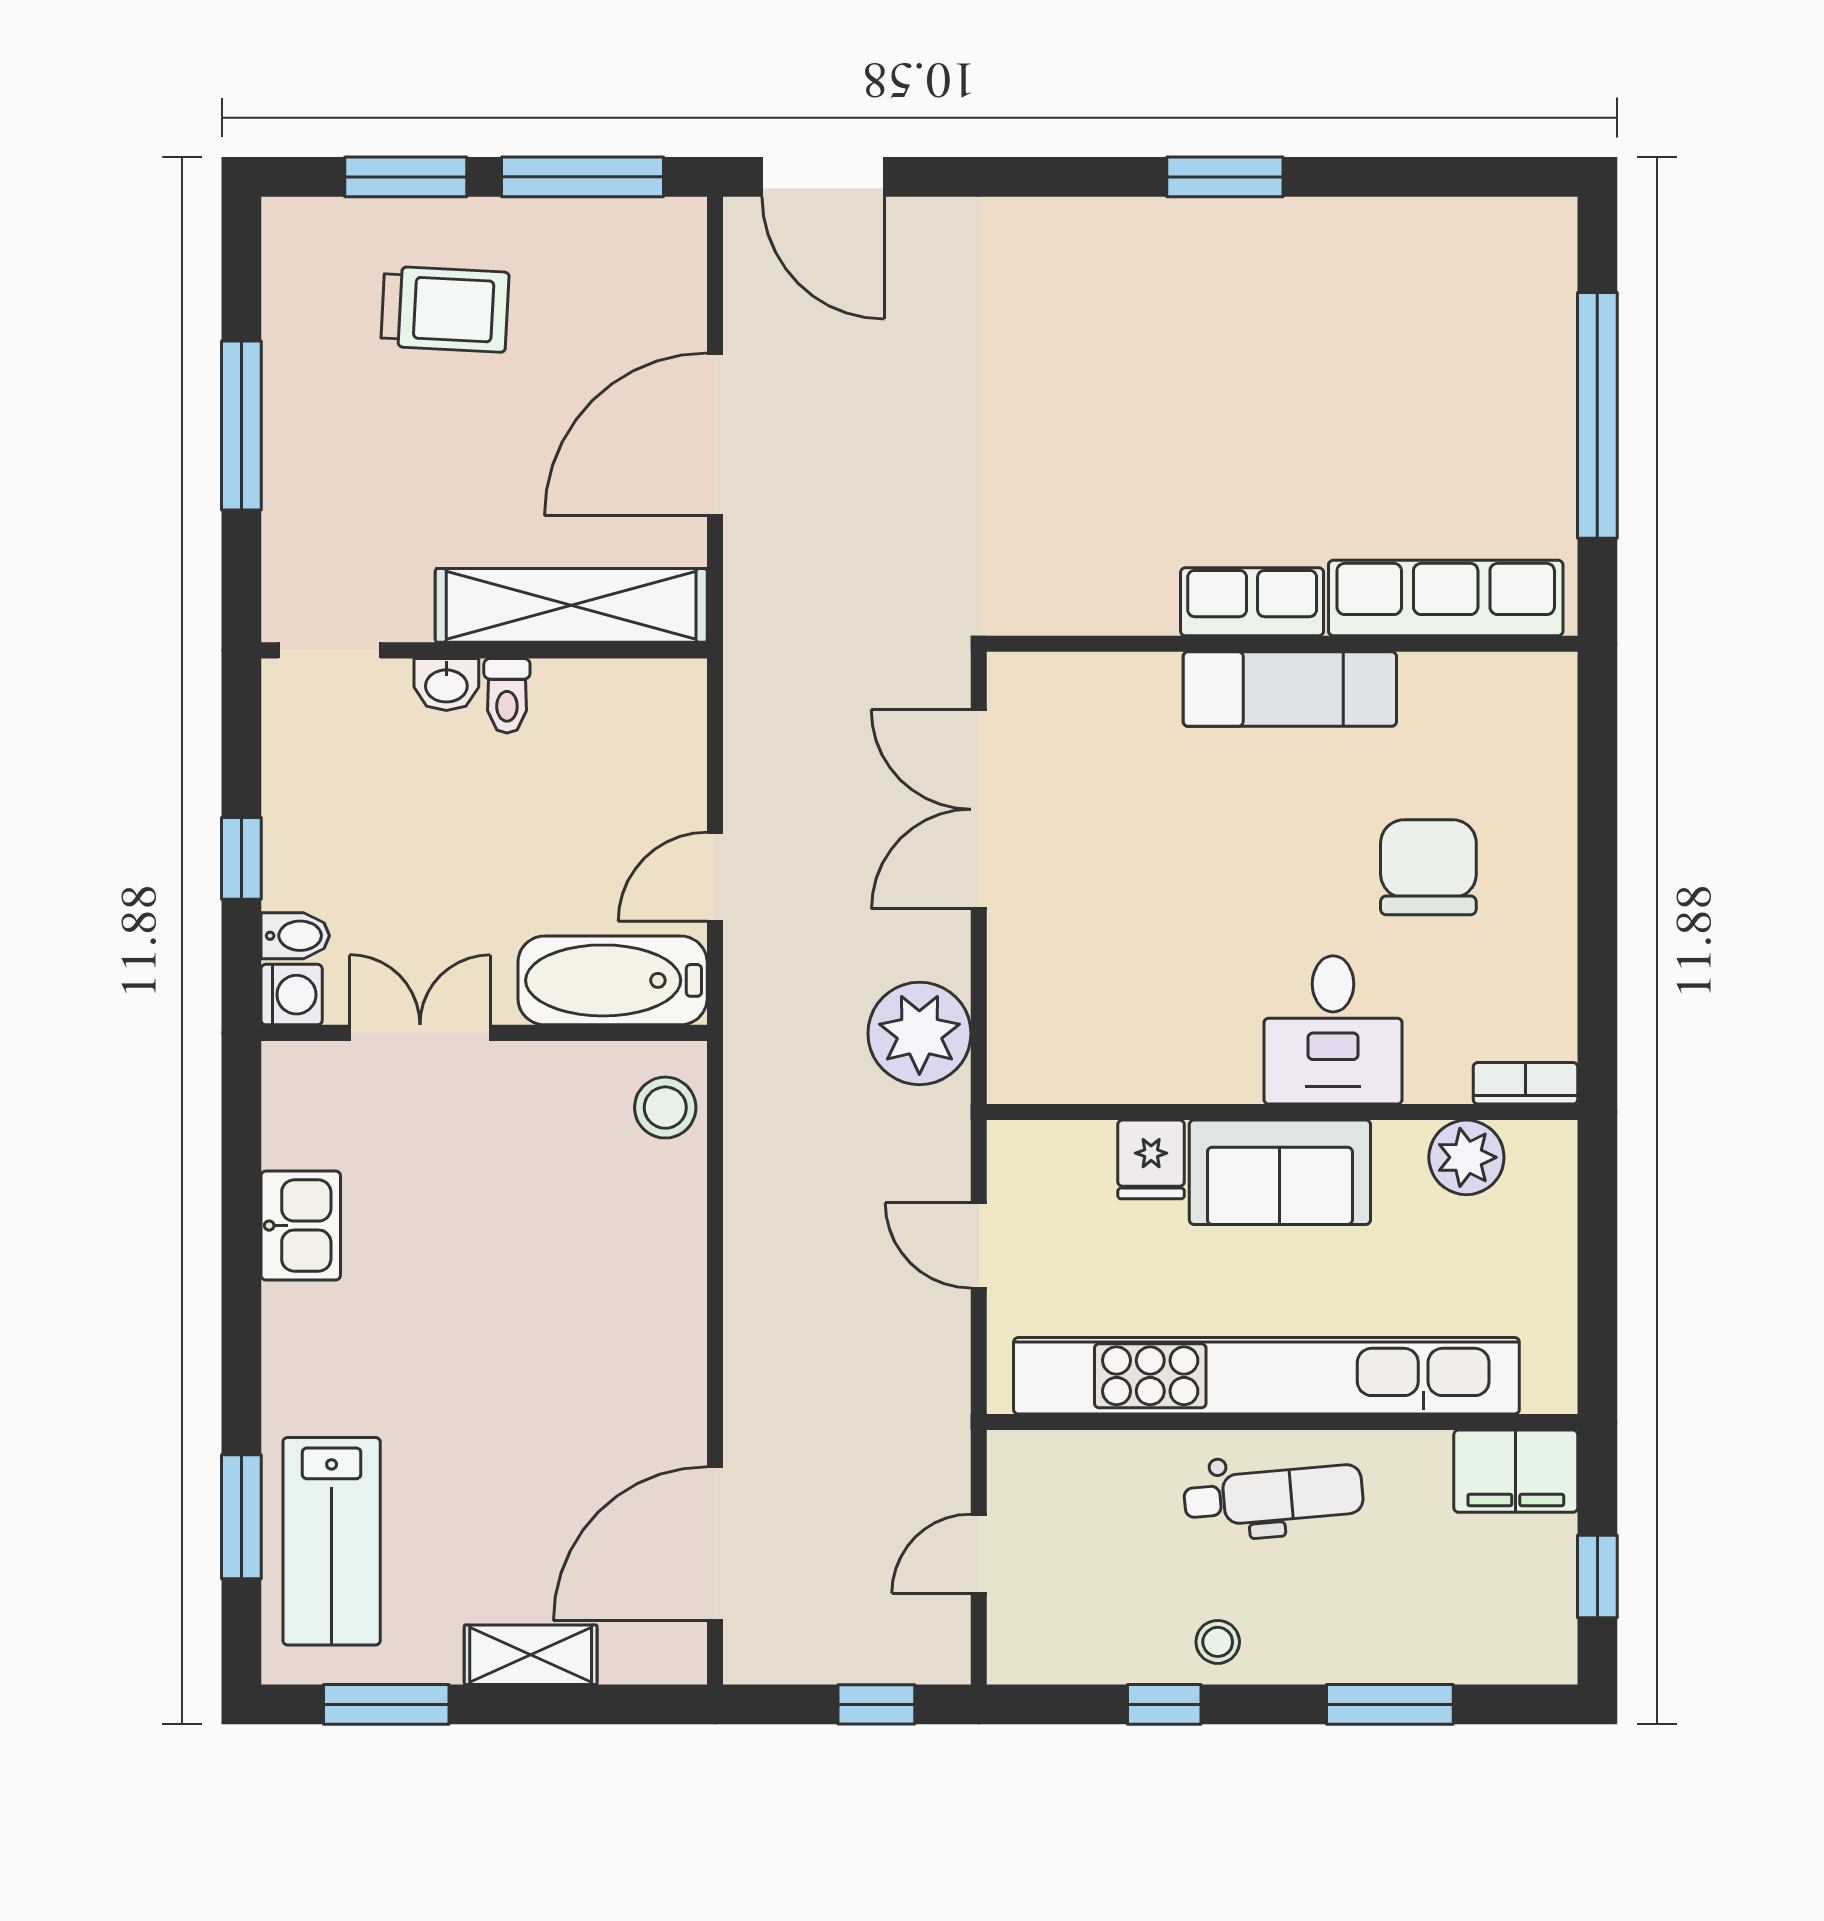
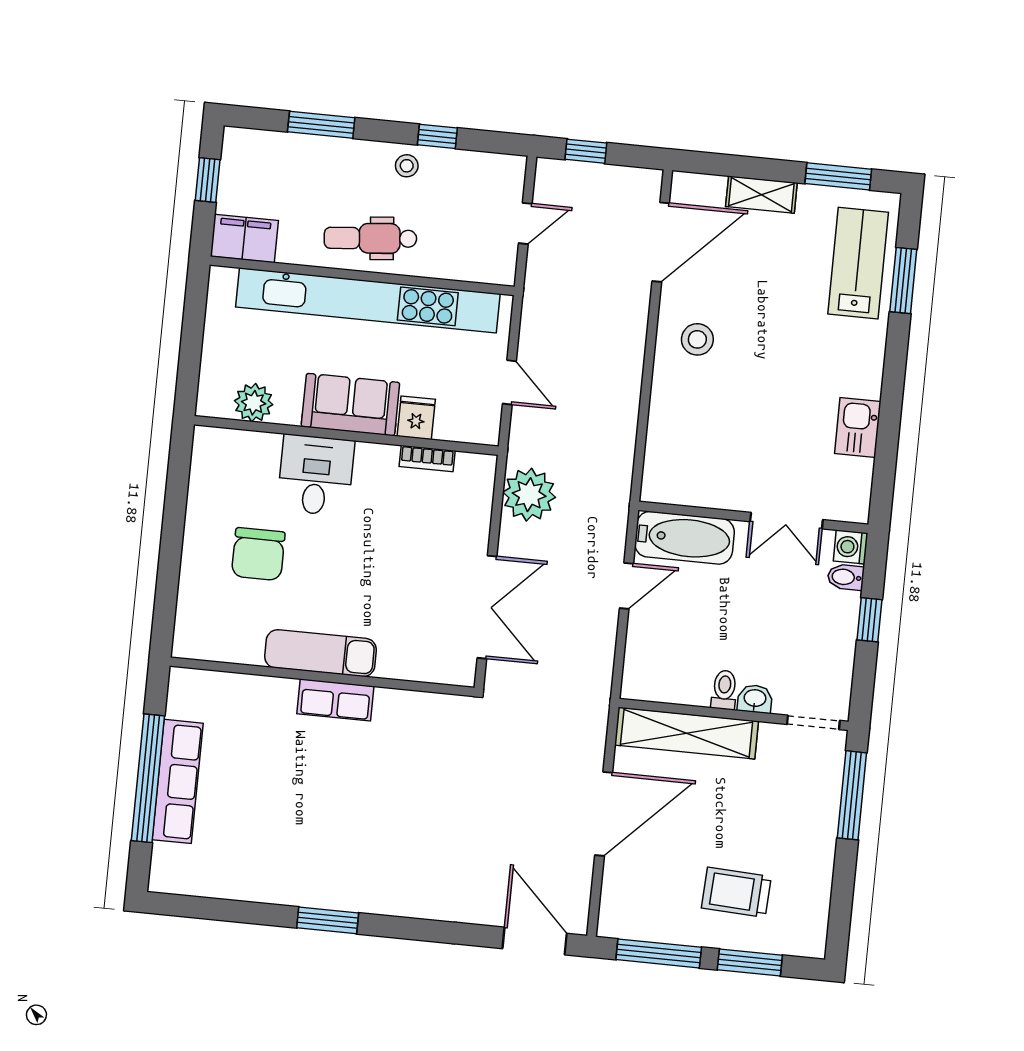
window: (241, 425) -> (852, 795), moved
row of seats: (1446, 598) -> (178, 781), moved, turned -90
bookcase: (1525, 1083) -> (427, 459), moved
stool: (665, 1108) -> (697, 339), moved

